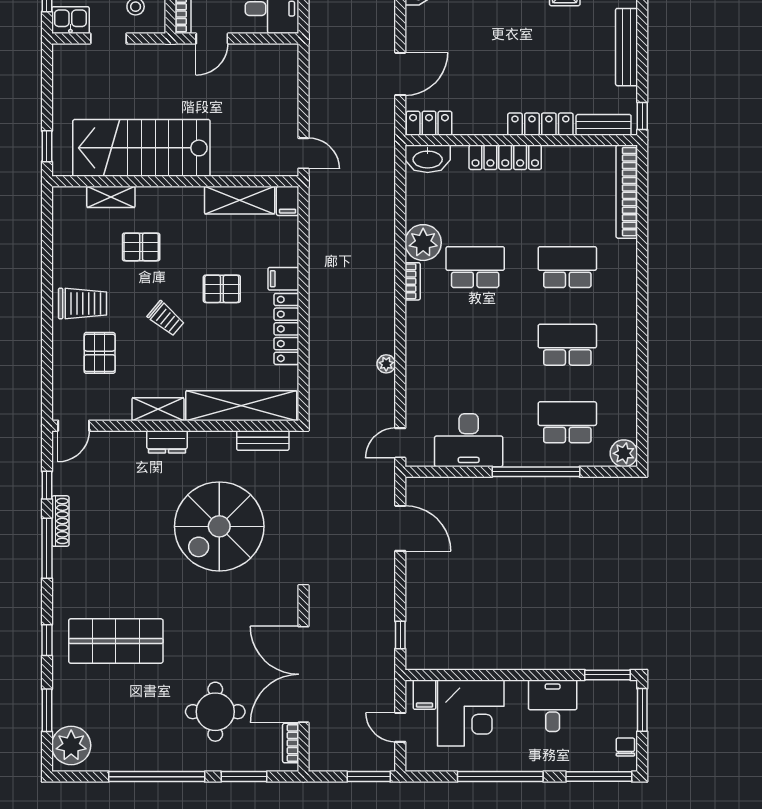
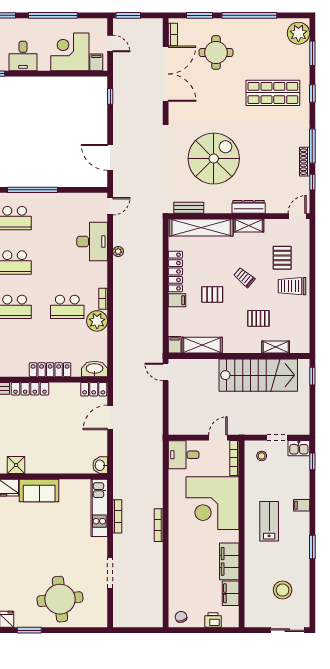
desk: (469, 440) -> (92, 242), moved, turned 90
dresser: (167, 442) -> (249, 207), width x1.44

